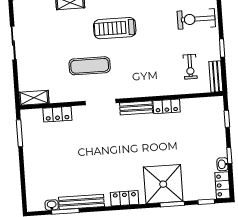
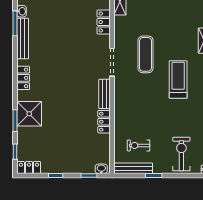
bench: (216, 76) -> (133, 168), width x1.36
washbasin: (222, 164) -> (101, 169), moved
shower: (163, 184) -> (29, 114), width x0.73, depth x0.73

